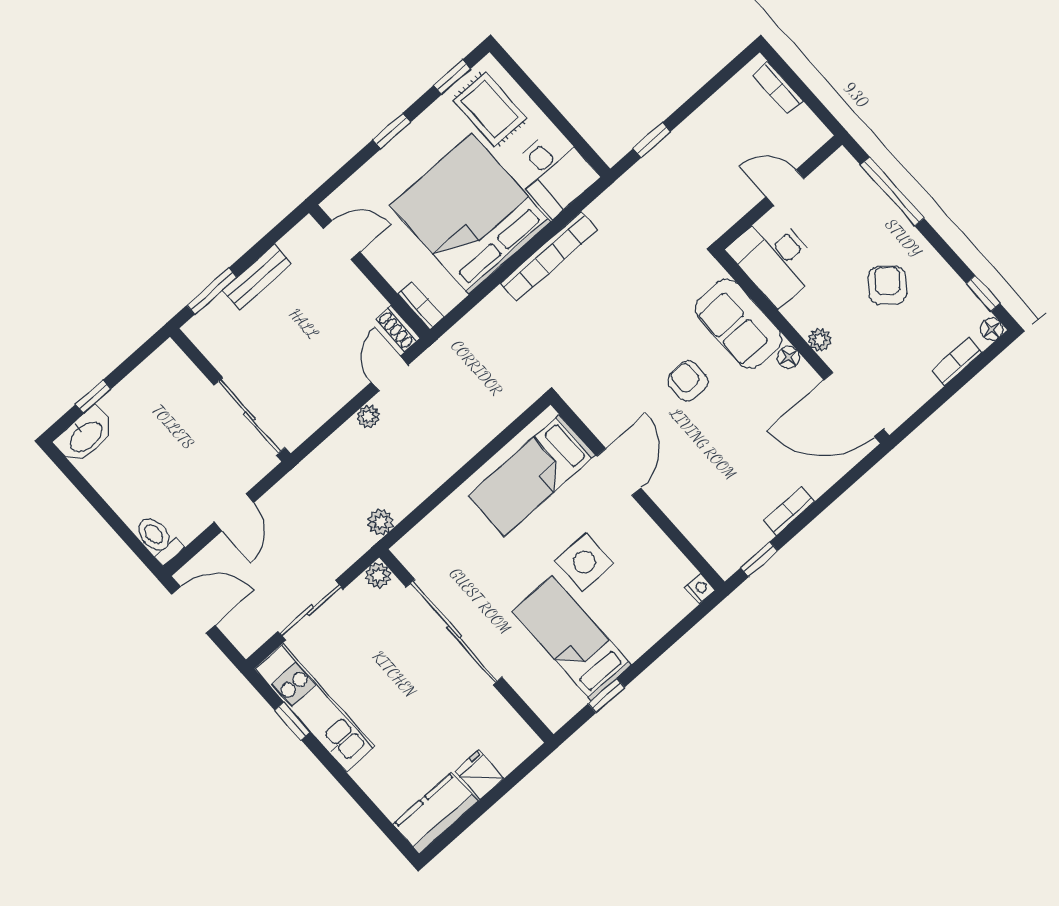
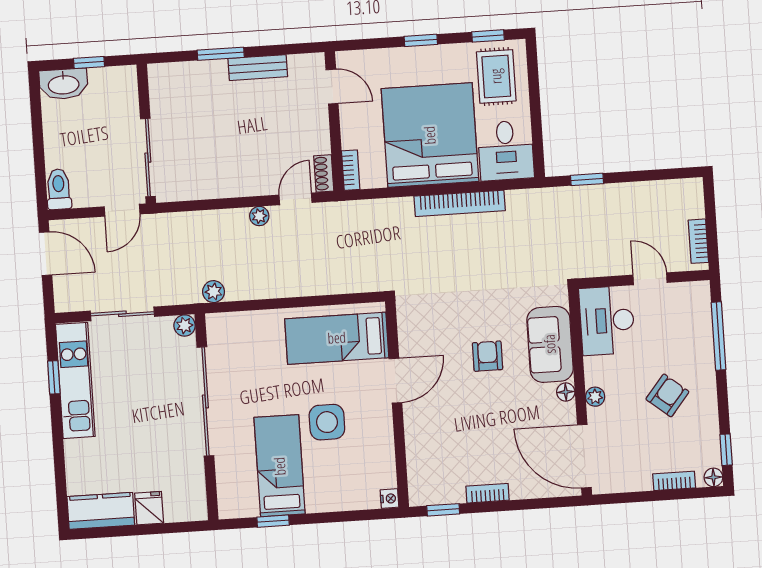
bookcase: (778, 88) -> (698, 241), moved
wall: (230, 395) -> (146, 134), moved
sliding door: (249, 416) -> (148, 158), moved

